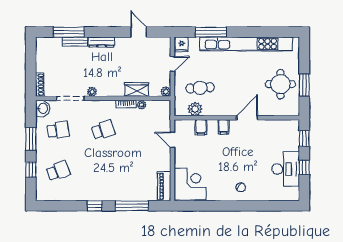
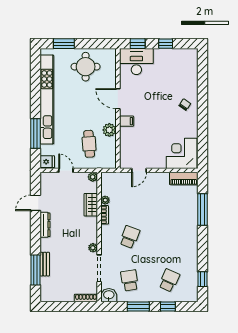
dresser: (102, 42) -> (45, 225), moved
window: (304, 85) -> (64, 44), moved
plant: (195, 109) -> (109, 130), moved
filing cabinet: (201, 127) -> (127, 143), removed
school desk: (103, 130) -> (130, 237), turned 39
desk: (286, 169) -> (136, 62), moved
school desk: (58, 171) -> (169, 280), turned 45
window: (95, 206) -> (203, 279), moved

